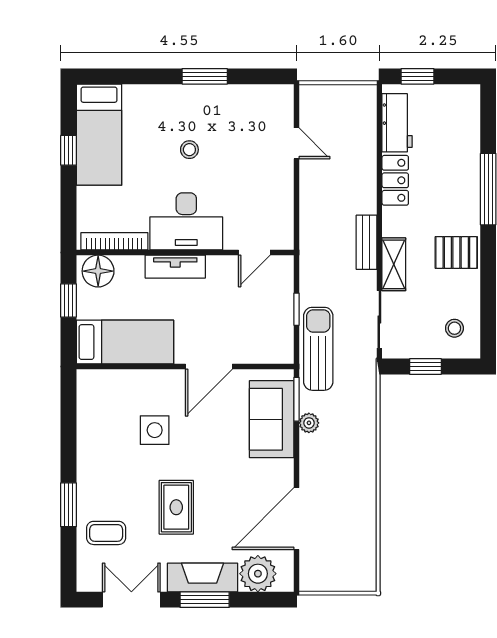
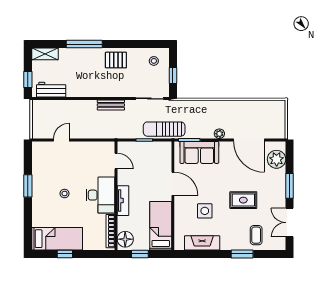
locker: (395, 180) -> (80, 91), removed
pallet: (456, 252) -> (116, 60), turned 90
shelving: (394, 264) -> (45, 54), moved
plant: (309, 423) -> (219, 134), moved
fireplace: (202, 577) -> (202, 243), moved, turned 90

